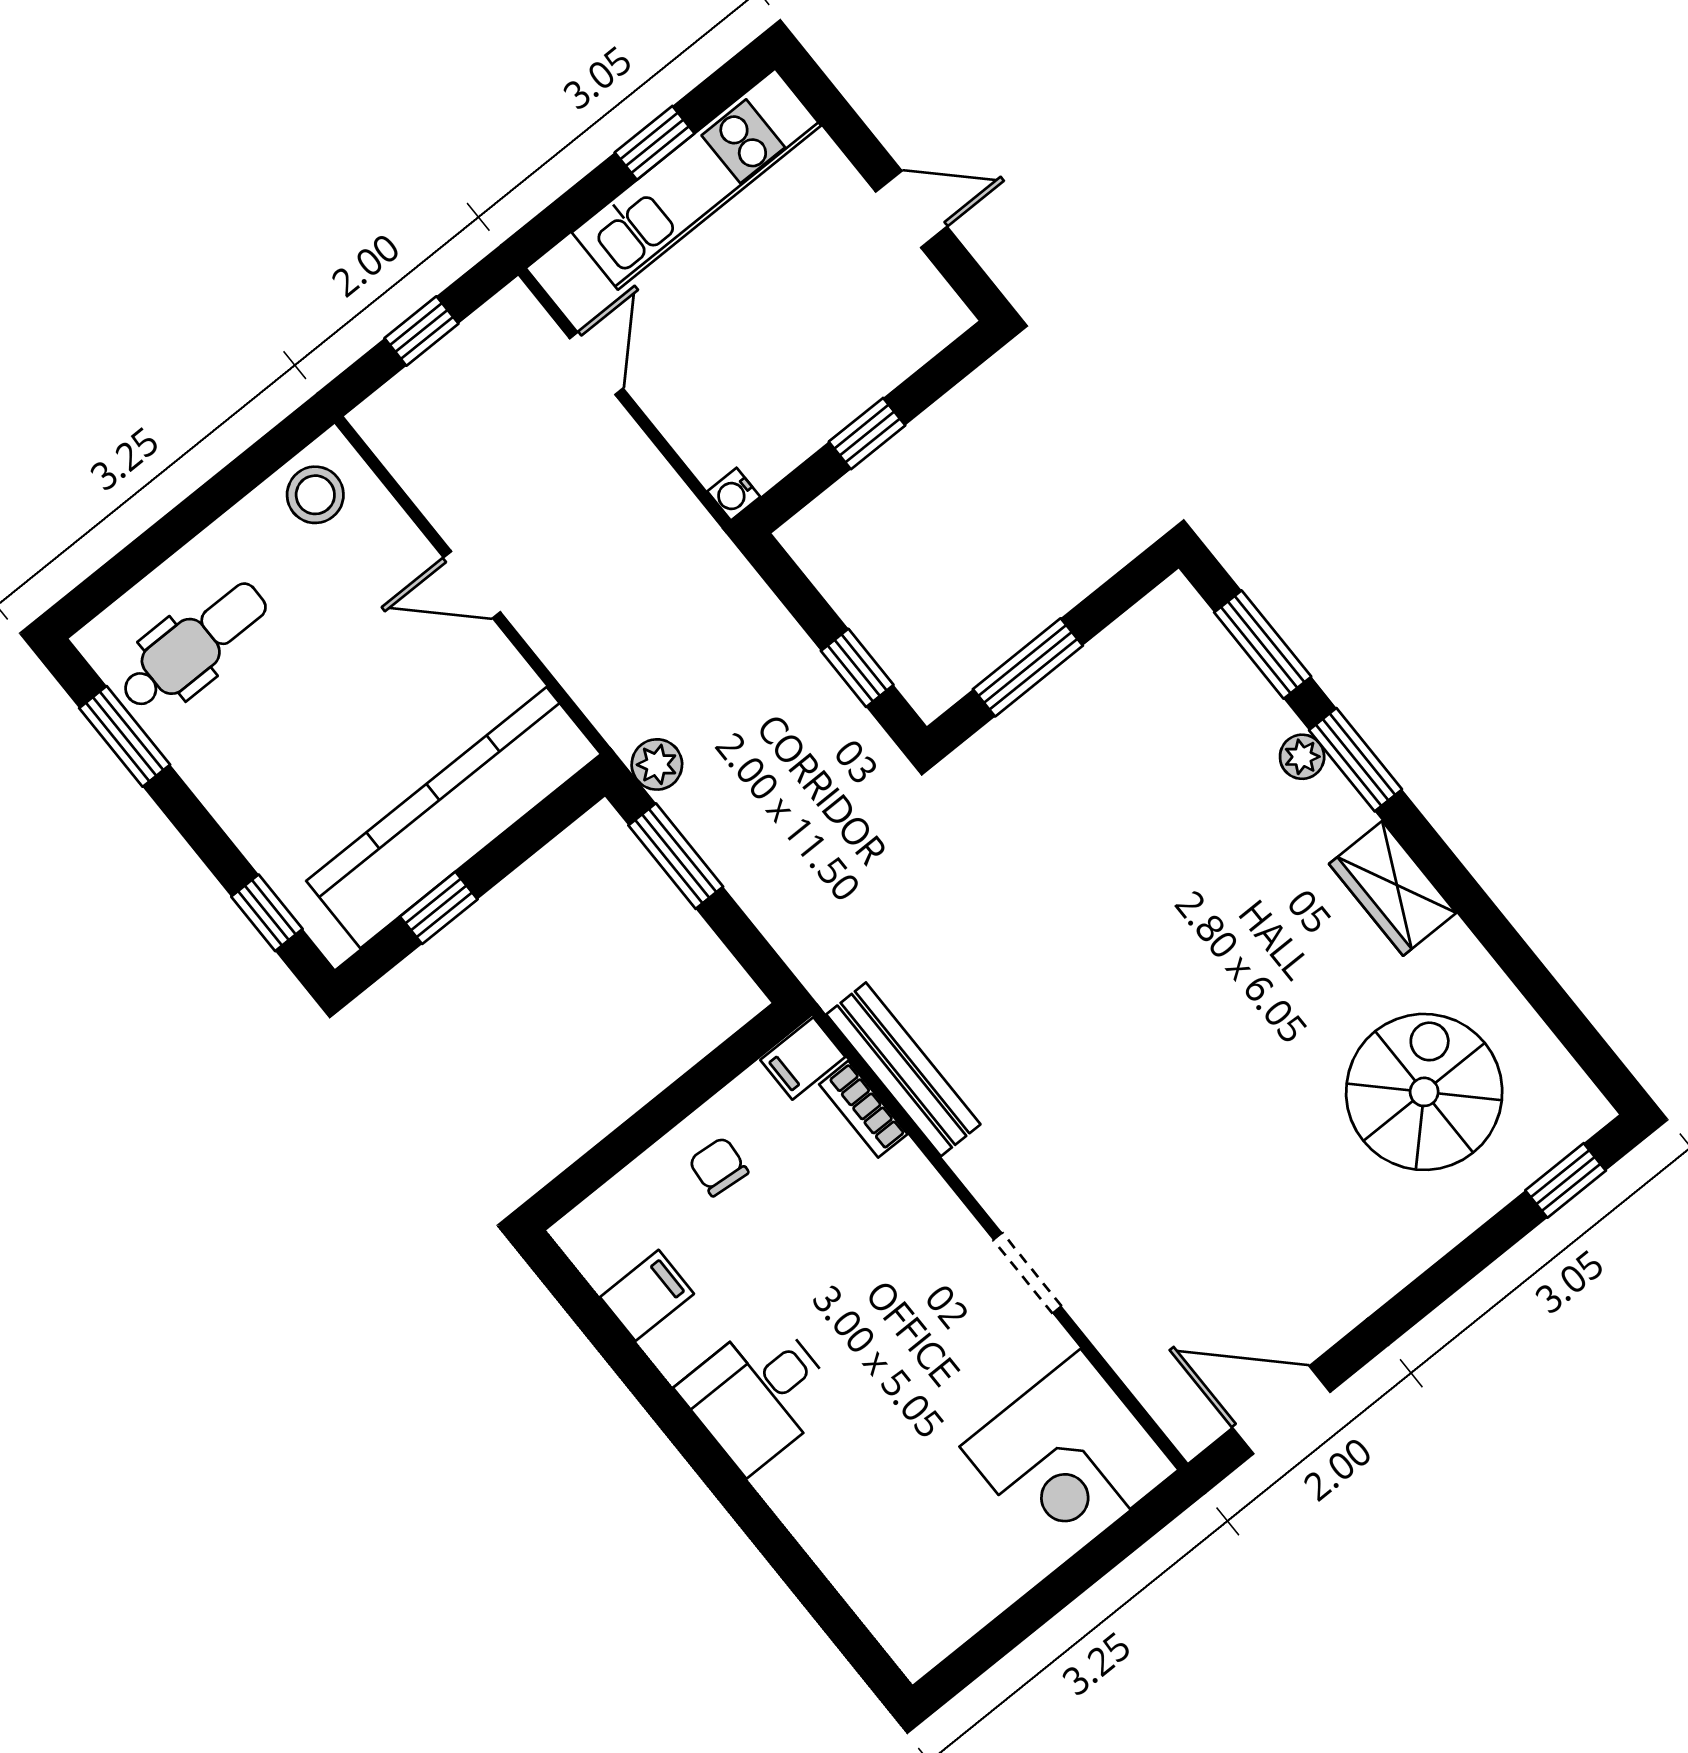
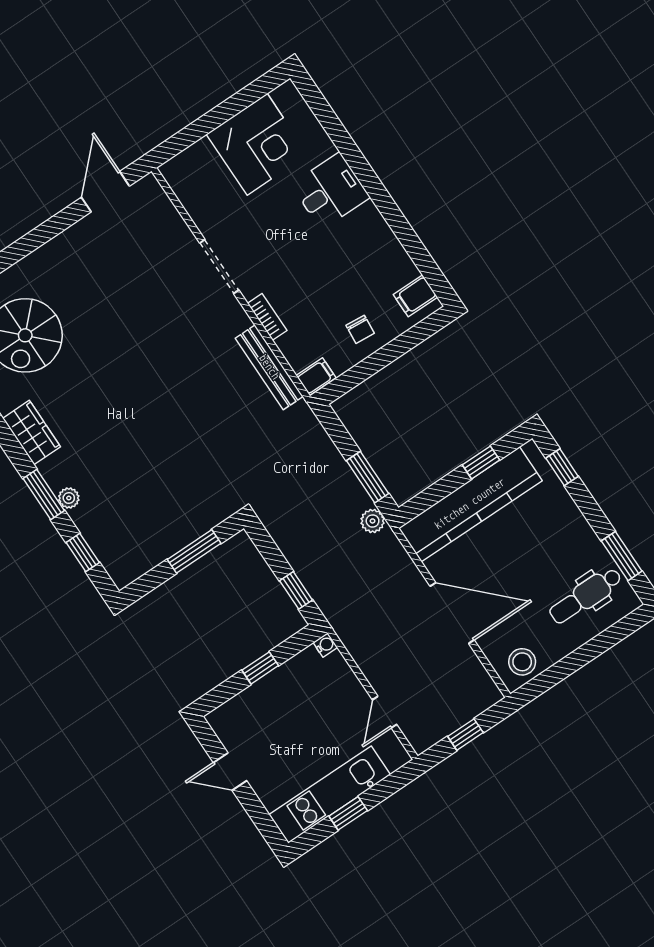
door: (472, 585) -> (452, 613), width x1.88
window: (1263, 645) -> (83, 552), width x0.67
window: (857, 668) -> (296, 590), moved
bookcase: (863, 1109) -> (267, 317), moved
doorway: (1027, 1273) -> (219, 267), width x1.38
filing cabinet: (647, 1295) -> (415, 296), moved
desk: (759, 1394) -> (330, 191), moved
door: (1281, 1410) -> (105, 192), swing flipped
corner desk: (1069, 1458) -> (257, 144), moved, turned 90

